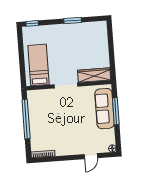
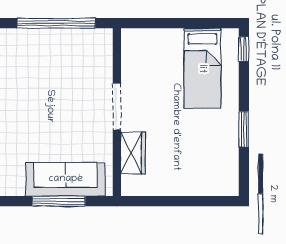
bed: (38, 65) -> (202, 69), moved, turned 90
wardrobe: (94, 75) -> (133, 153), width x0.67

